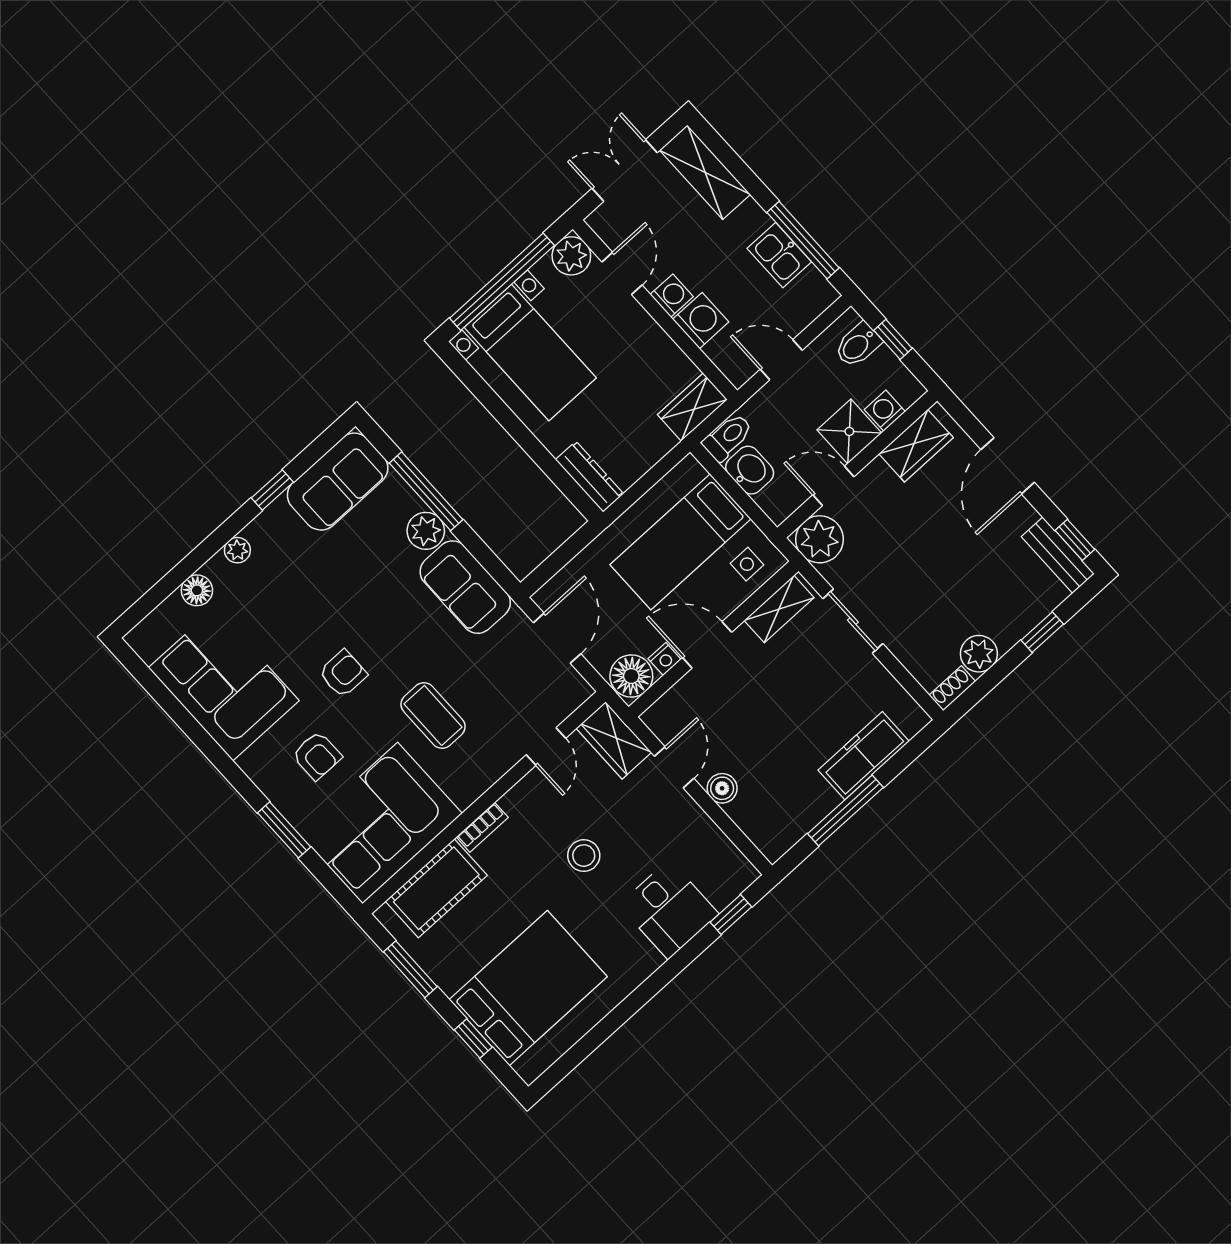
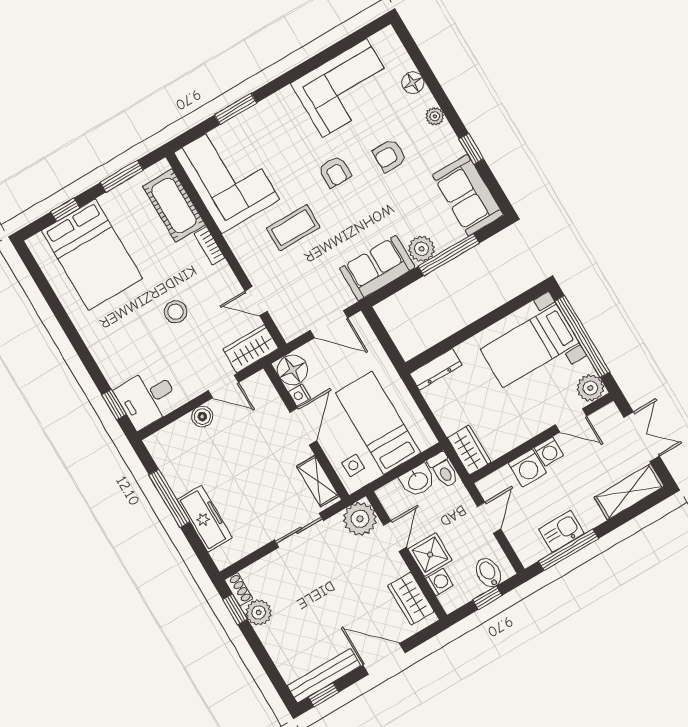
bench: (1058, 555) -> (324, 676), width x1.36
window: (1042, 632) -> (235, 609), moved
armchair: (317, 756) -> (390, 156), moved
desk: (669, 909) -> (147, 398), moved

